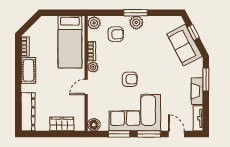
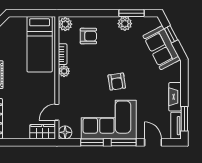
window: (136, 13) -> (131, 13), moved
plant: (136, 22) -> (125, 24), moved
armchair: (130, 79) -> (117, 82), moved, turned 82
window: (206, 79) -> (184, 119), moved
door: (86, 87) -> (57, 112), moved
wardrobe: (62, 124) -> (43, 132), moved

